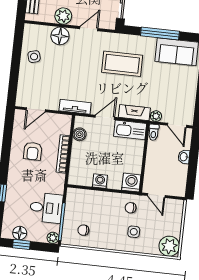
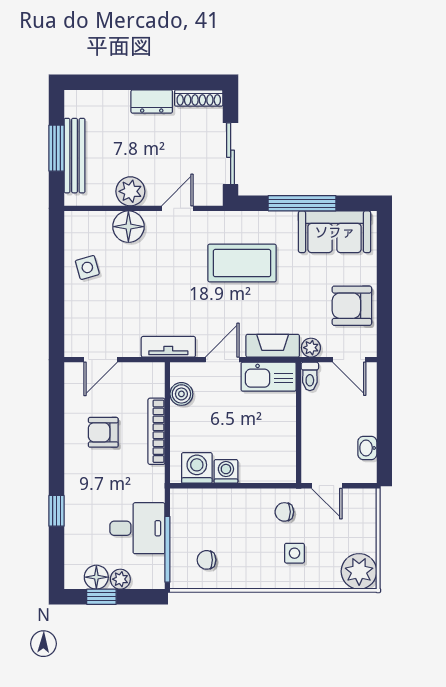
armchair: (182, 95) -> (352, 306), added
armchair: (33, 151) -> (103, 432), turned 90
washbasin: (184, 157) -> (367, 448), moved
washing machine: (131, 183) -> (197, 468), moved
plant: (53, 238) -> (120, 579), moved

